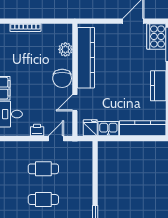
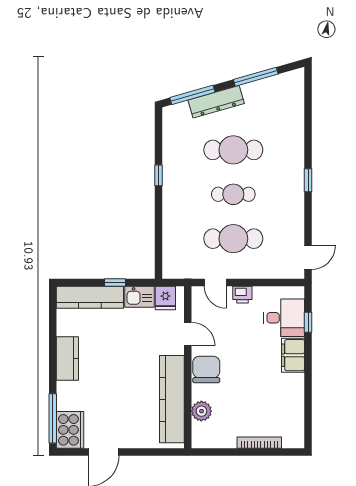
door: (75, 103) -> (188, 334), hinge flipped
door: (56, 139) -> (215, 282), hinge flipped
window: (125, 139) -> (115, 282), added
cafe table: (43, 169) -> (233, 239), width x1.37, depth x1.35

